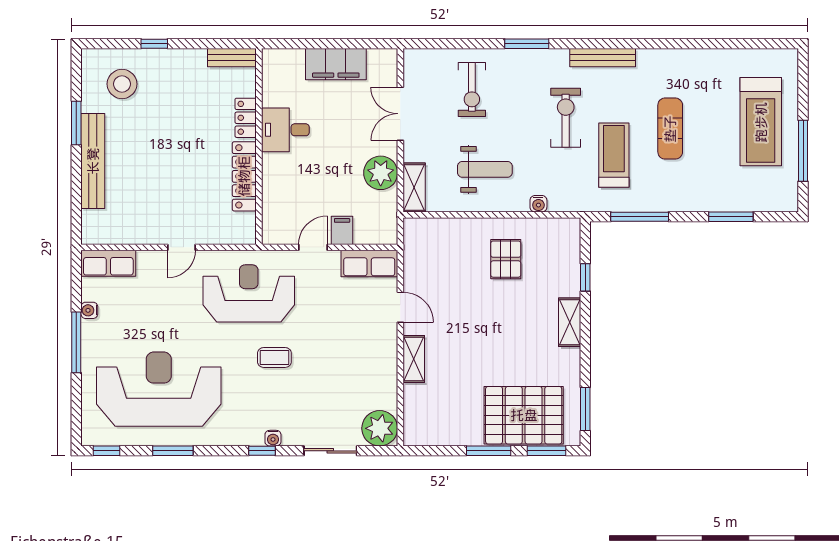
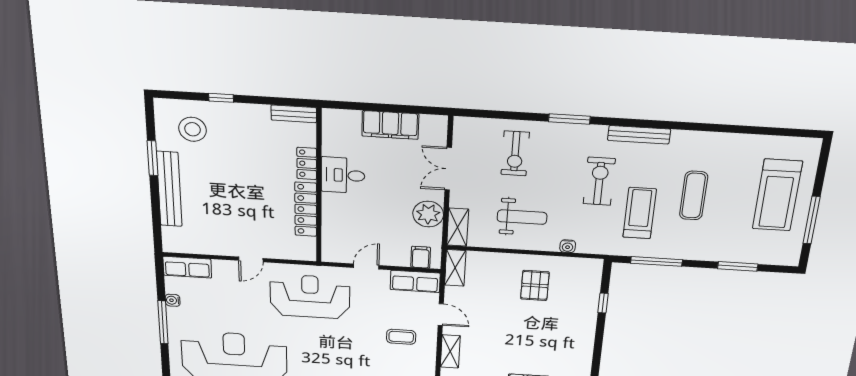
filing cabinet: (342, 230) -> (421, 257), moved
shelving: (570, 322) -> (455, 268), moved
coffee table: (274, 357) -> (401, 337), moved

